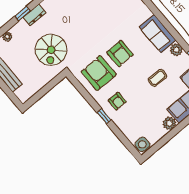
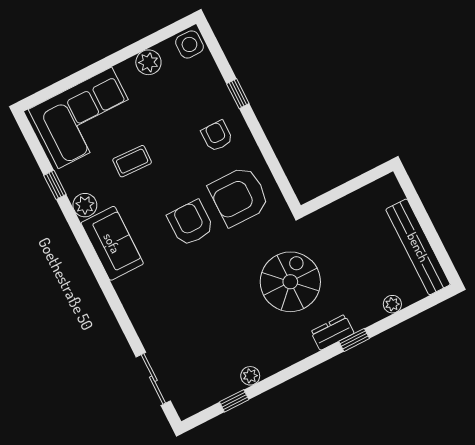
spiral stairs: (51, 50) -> (290, 282), moved
armchair: (99, 73) -> (239, 196), turned 90
window: (104, 116) -> (238, 94), moved
plant: (169, 123) -> (148, 62), moved

